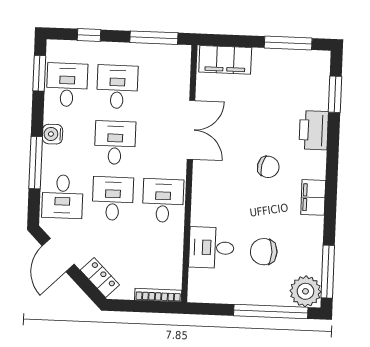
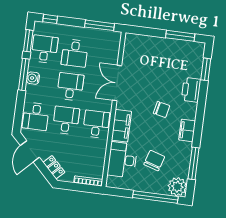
window: (89, 35) -> (50, 19), moved
filing cabinet: (225, 60) -> (121, 126), moved, turned -90
desk: (117, 87) -> (75, 53), turned 180
double door: (191, 130) -> (117, 83), swing flipped
window: (36, 163) -> (24, 75), moved
desk: (211, 248) -> (122, 160), width x1.37
chair: (264, 252) -> (154, 160), turned 107
window: (328, 272) -> (194, 163), moved

